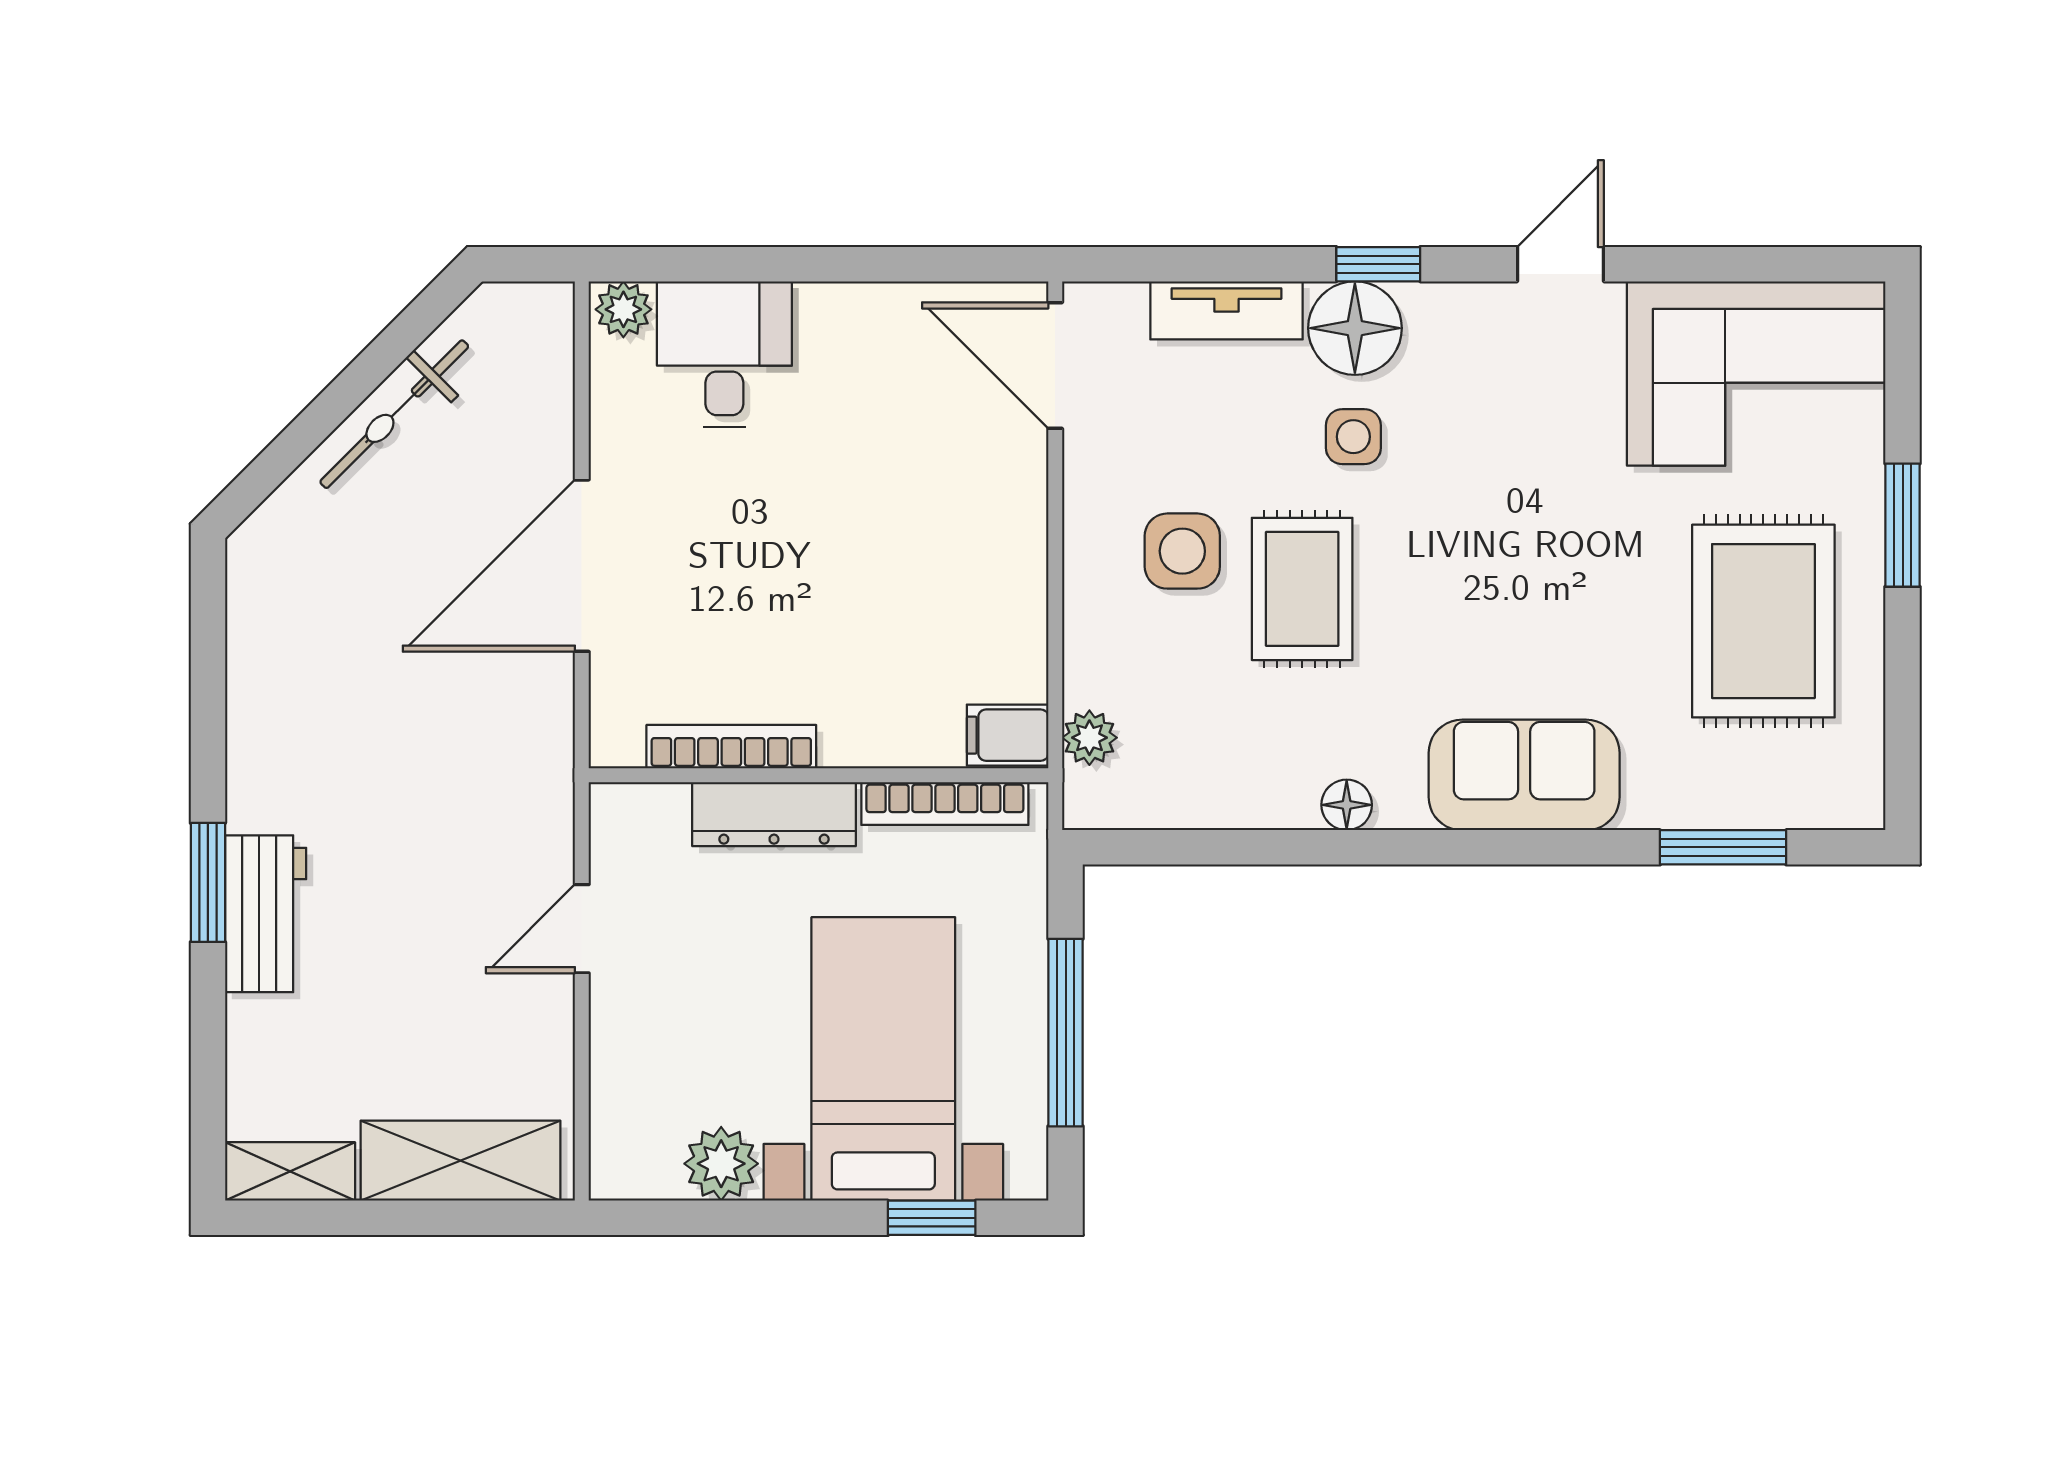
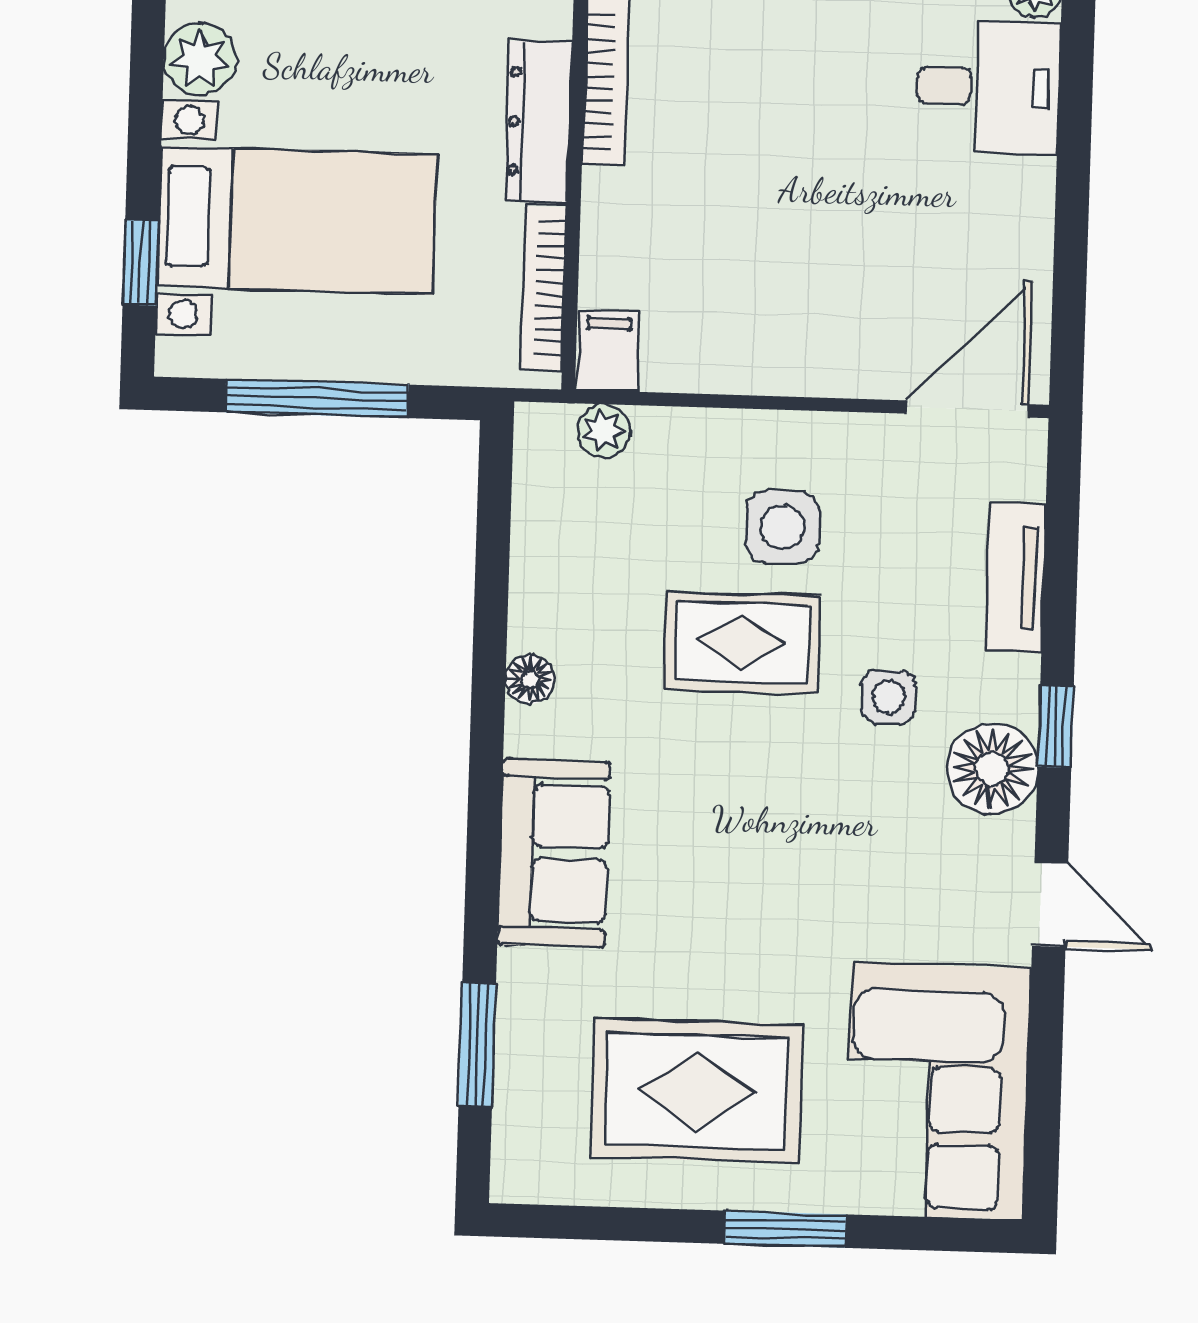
floor lamp: (1355, 328) -> (992, 769), moved

